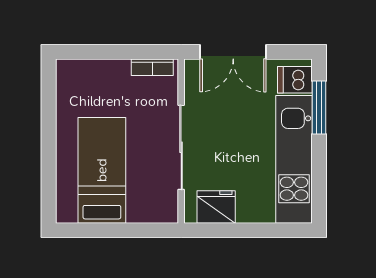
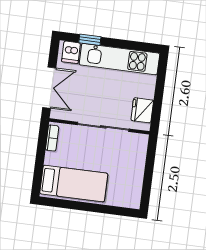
window: (319, 107) -> (90, 40), width x0.67
bed: (102, 170) -> (74, 184), moved, turned 180

